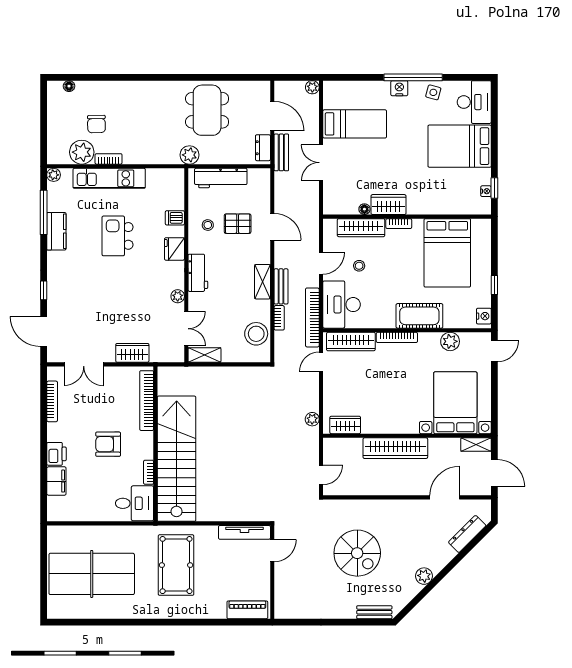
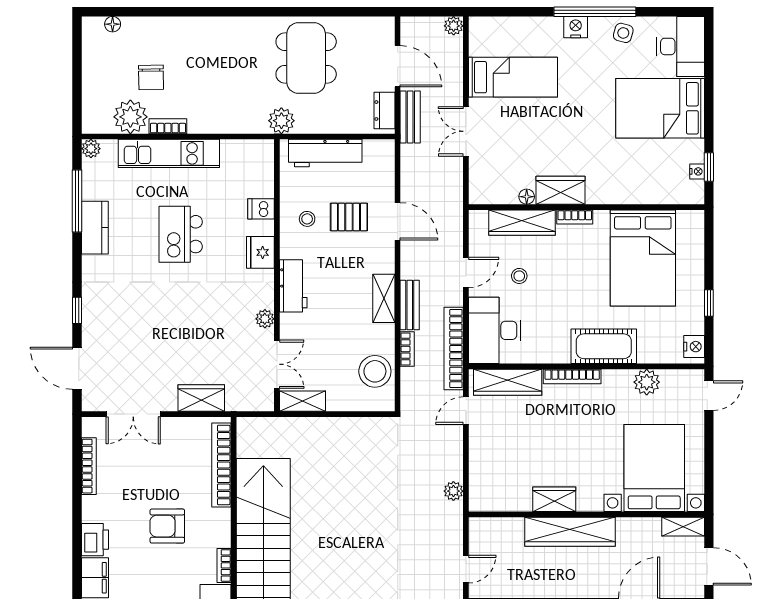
wardrobe: (345, 425) -> (554, 499), moved

